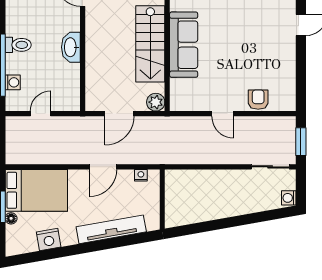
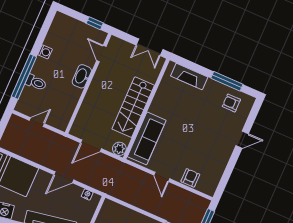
toilet: (18, 45) -> (36, 82), moved
sofa: (184, 45) -> (147, 138), moved
washbasin: (71, 47) -> (82, 76), moved
washing machine: (13, 82) -> (45, 52), moved

